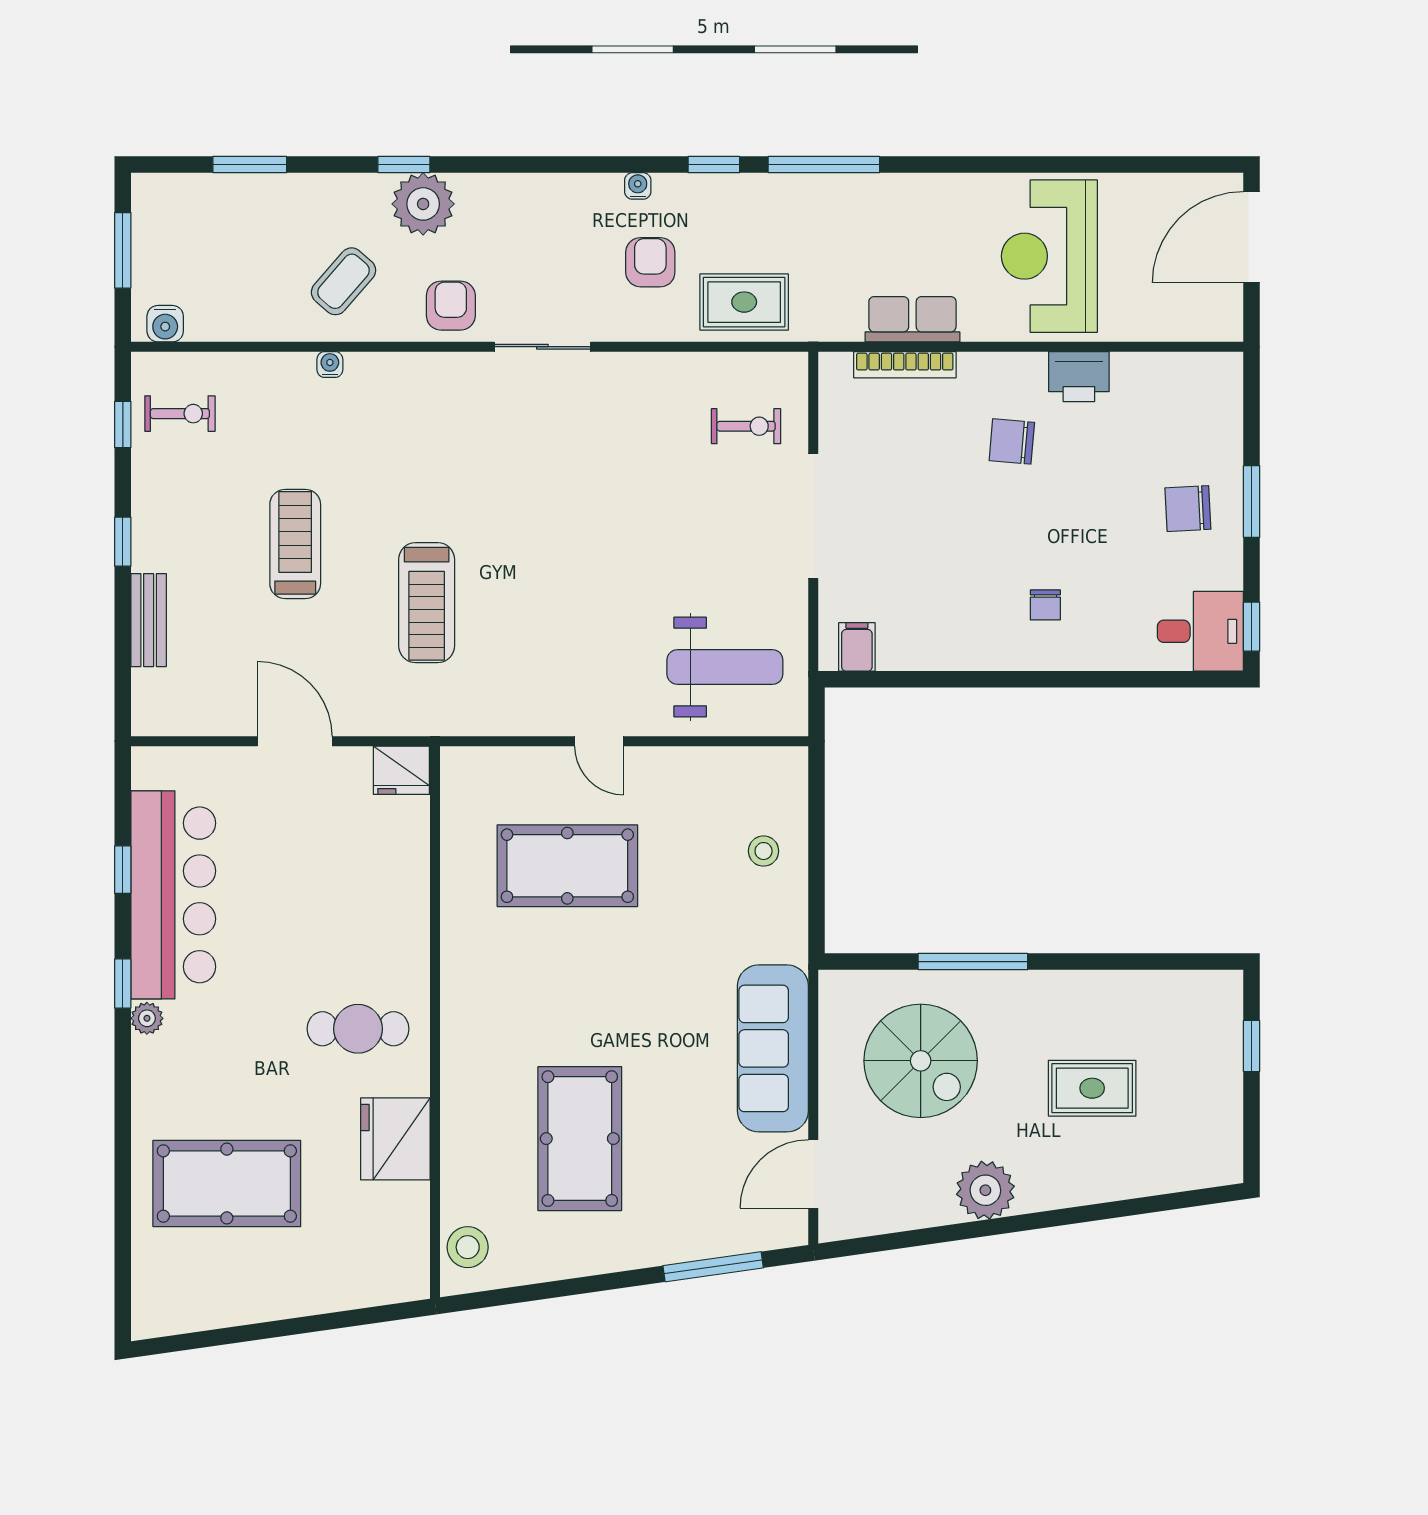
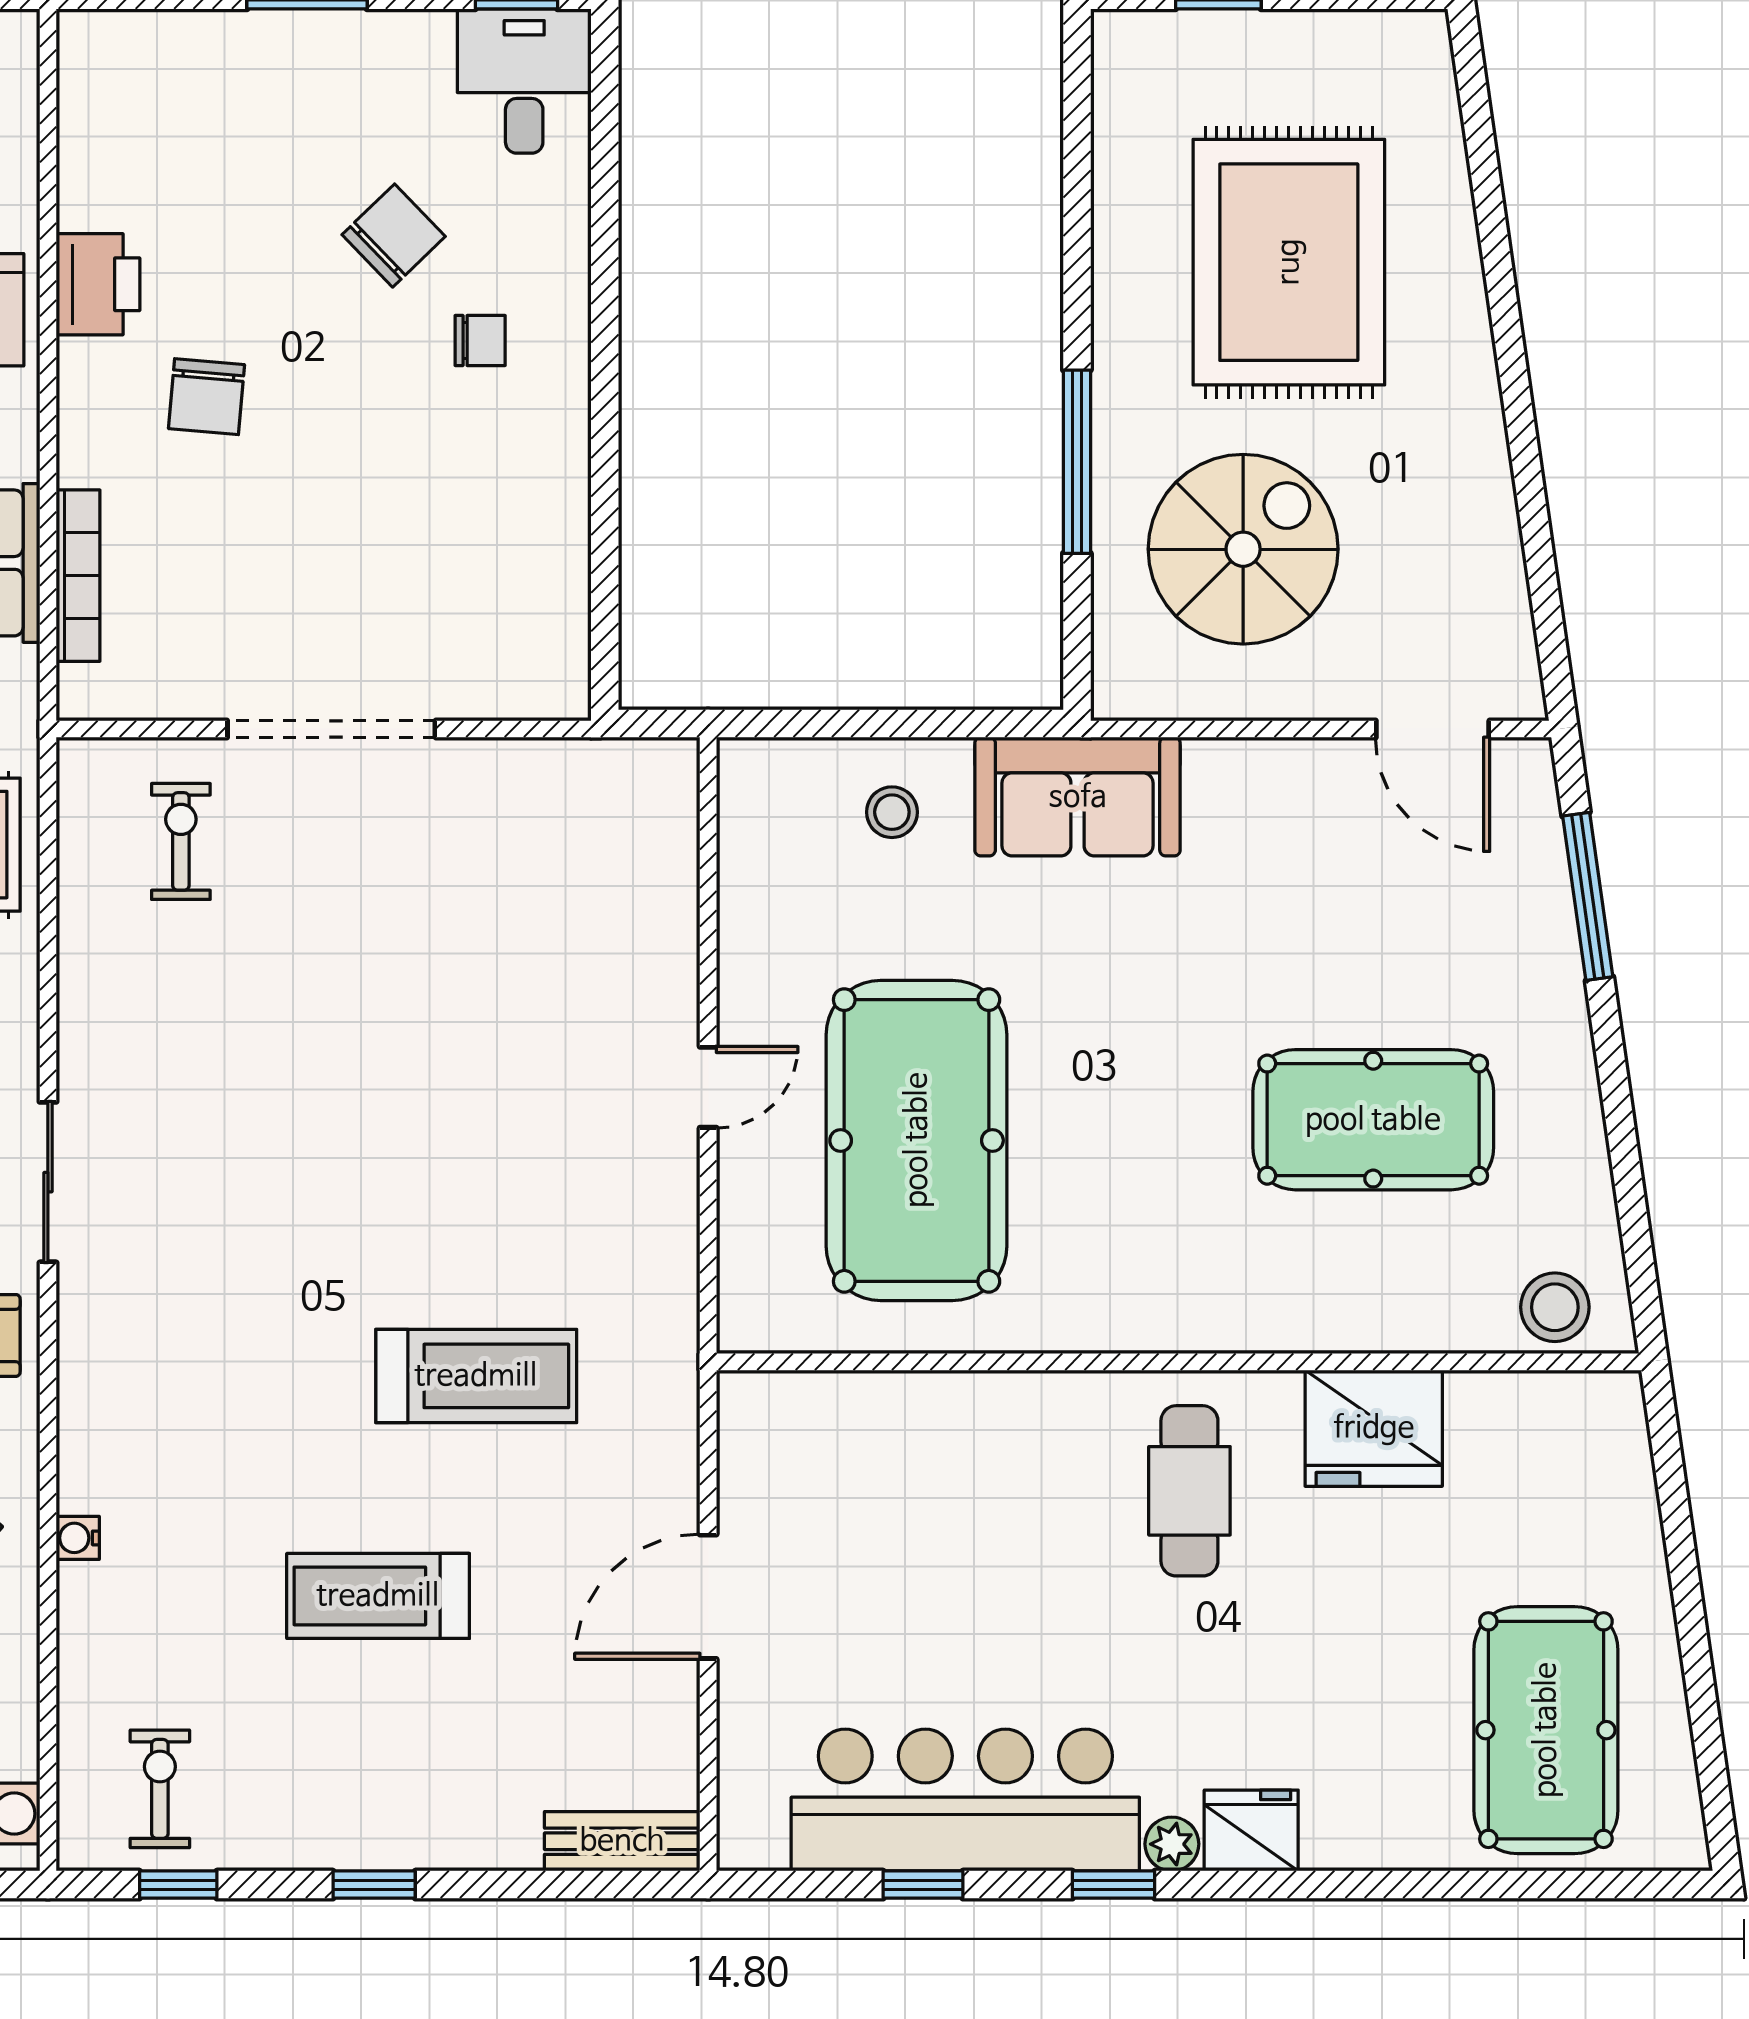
chair: (1188, 509) -> (394, 236), moved, turned -131
bench: (149, 620) -> (622, 1841), moved
filing cabinet: (857, 647) -> (550, 656), removed
weight bench: (725, 667) -> (584, 877), removed
fridge: (401, 770) -> (1251, 1830), moved, turned -90
pool table: (567, 866) -> (917, 1140), width x1.36, depth x1.32
sofa: (773, 1048) -> (1078, 797), moved, width x0.73
rug: (1092, 1088) -> (1289, 262), width x1.86, depth x2.06
pool table: (227, 1184) -> (1546, 1730), moved
plant: (985, 1190) -> (1460, 441), removed

